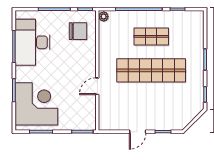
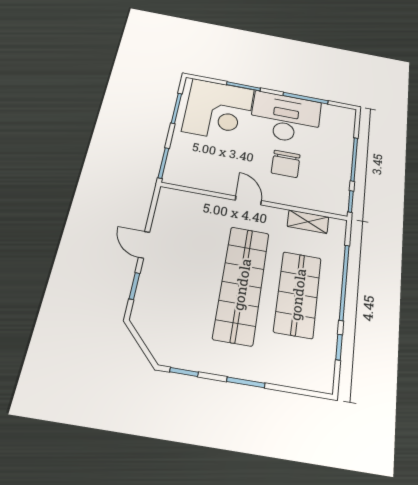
plant: (104, 17) -> (337, 226), removed
chair: (78, 31) -> (286, 164), moved
shelving: (104, 35) -> (308, 222), added
shop shelf: (151, 36) -> (298, 294), width x1.43, depth x1.36
desk: (33, 42) -> (285, 118), moved
door: (97, 86) -> (248, 200), moved

